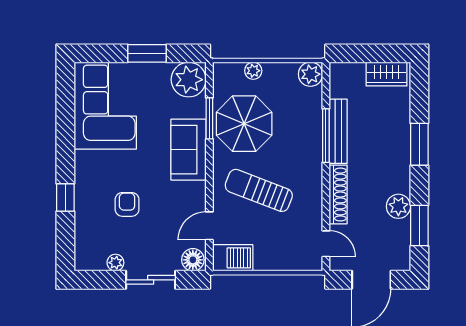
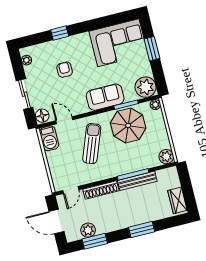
window: (147, 53) -> (152, 49), moved
plant: (253, 71) -> (155, 105), moved
armchair: (127, 204) -> (65, 70), turned -90
plant: (398, 206) -> (88, 230), moved
plant: (115, 263) -> (27, 60), moved

